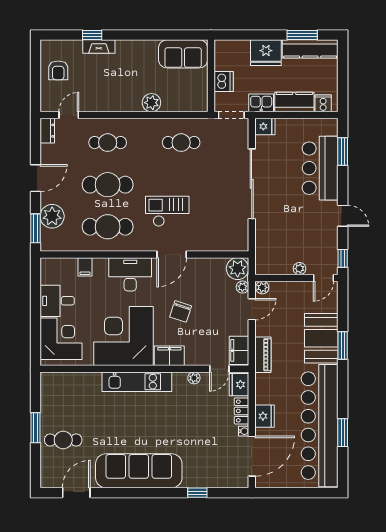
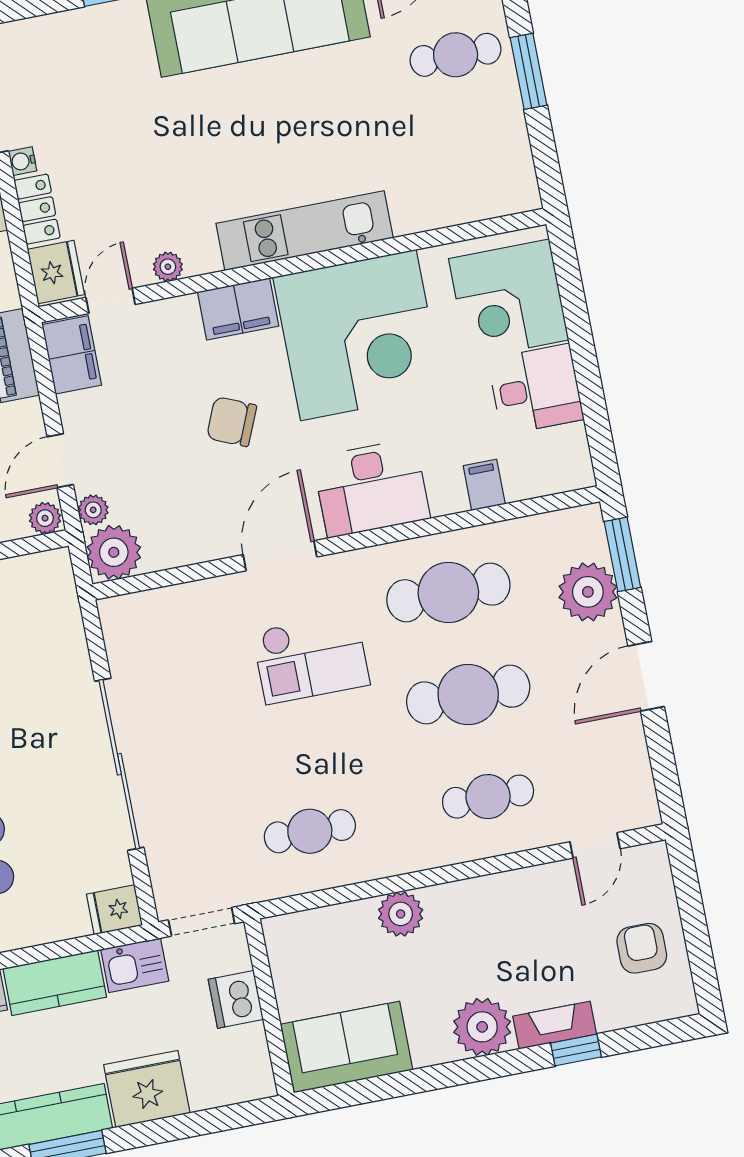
plant: (128, 51) -> (482, 1027), added
dresser: (47, 131) -> (640, 797), removed
chair: (181, 311) -> (232, 422), turned -85

